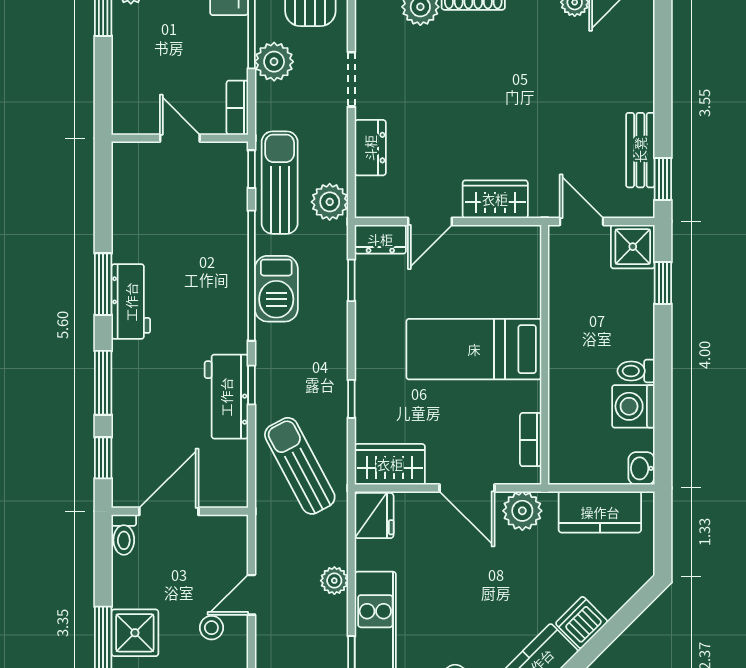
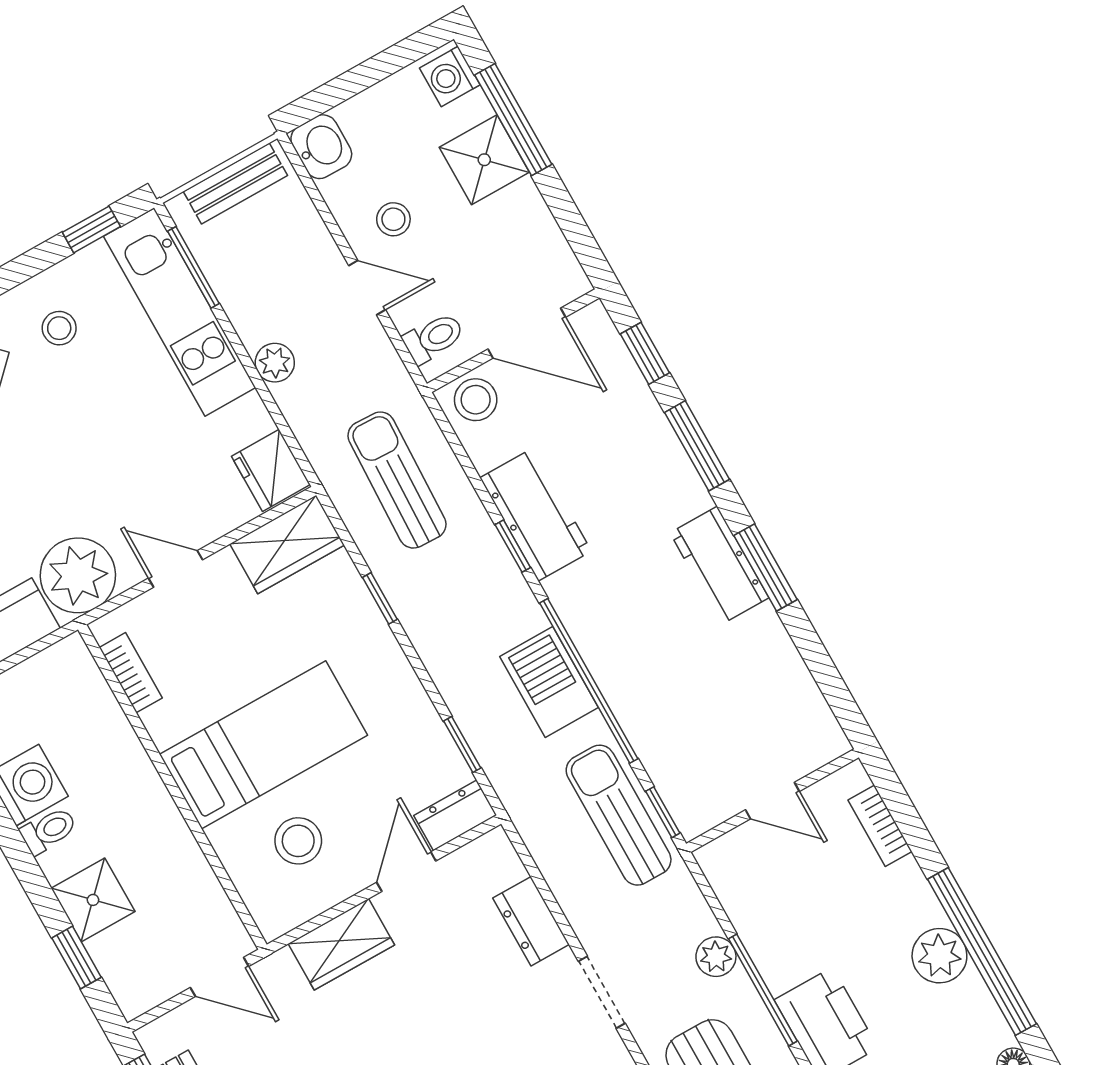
plant: (274, 62) -> (716, 957), width x0.73, depth x0.73
bookcase: (237, 108) -> (880, 826), moved, turned 180
sun lounger: (280, 183) -> (619, 815), turned 180
plant: (330, 202) -> (543, 826), removed
shower: (633, 247) -> (93, 900), moved
stool: (486, 278) -> (298, 841), added
sun lounger: (300, 466) -> (397, 480), turned -150
stool: (224, 488) -> (476, 400), added
door: (467, 488) -> (176, 569), width x0.73
door: (169, 511) -> (527, 333), hinge flipped
plant: (522, 511) -> (78, 575), width x1.36, depth x1.36
toilet: (124, 535) -> (434, 338), moved, turned 90
door: (251, 595) -> (367, 288), hinge flipped

